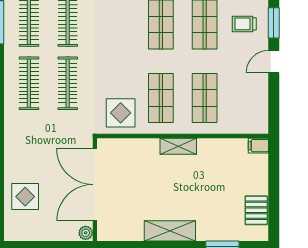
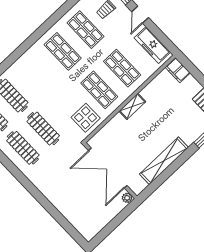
freezer: (257, 104) -> (152, 45), added
filing cabinet: (258, 146) -> (178, 70), width x2.00
display table: (25, 197) -> (77, 209), removed
shelving: (170, 231) -> (164, 161), width x1.47

